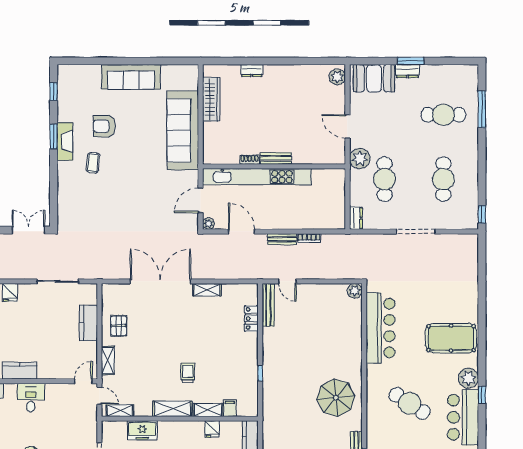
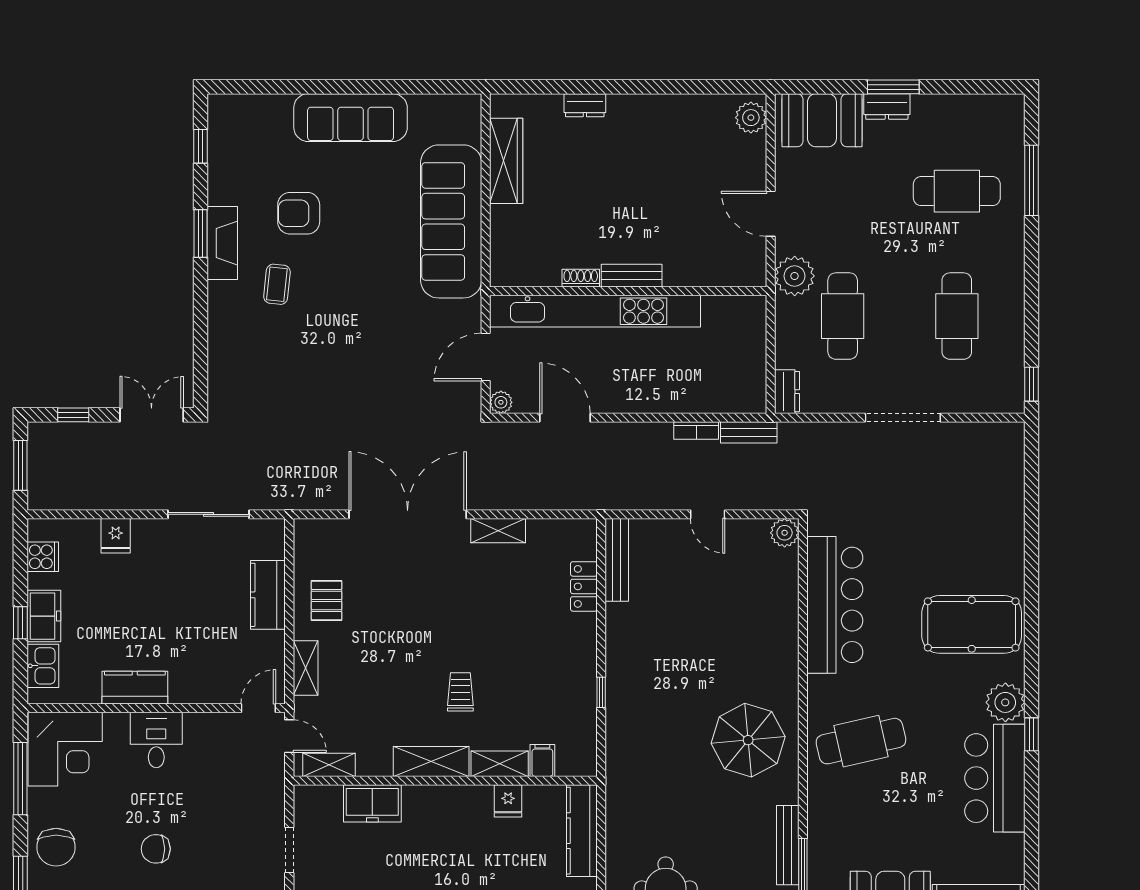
bench: (282, 239) -> (749, 432), moved
door: (287, 281) -> (708, 514), moved
cafe table: (410, 403) -> (861, 741), moved, turned -46

